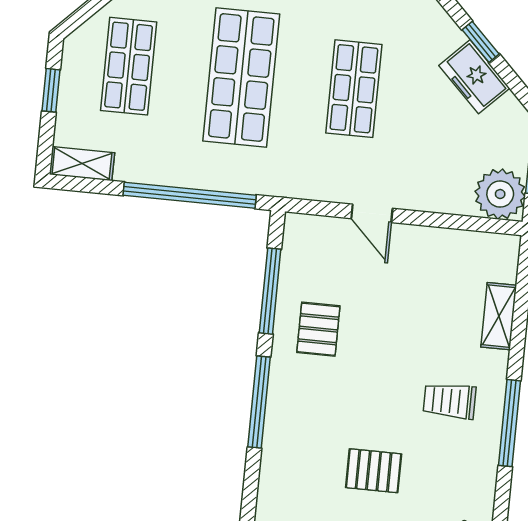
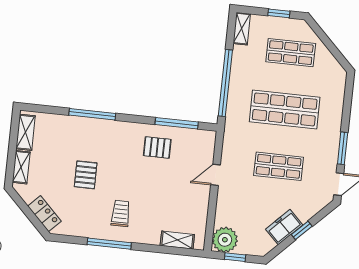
shelving: (499, 316) -> (177, 240), moved
window: (259, 402) -> (92, 114), moved

